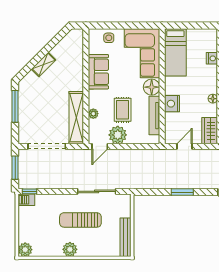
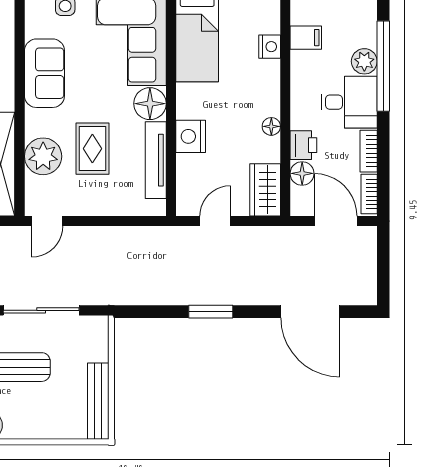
plant: (93, 114) -> (43, 156), width x1.87, depth x1.87
plant: (118, 135) -> (83, 198), removed

